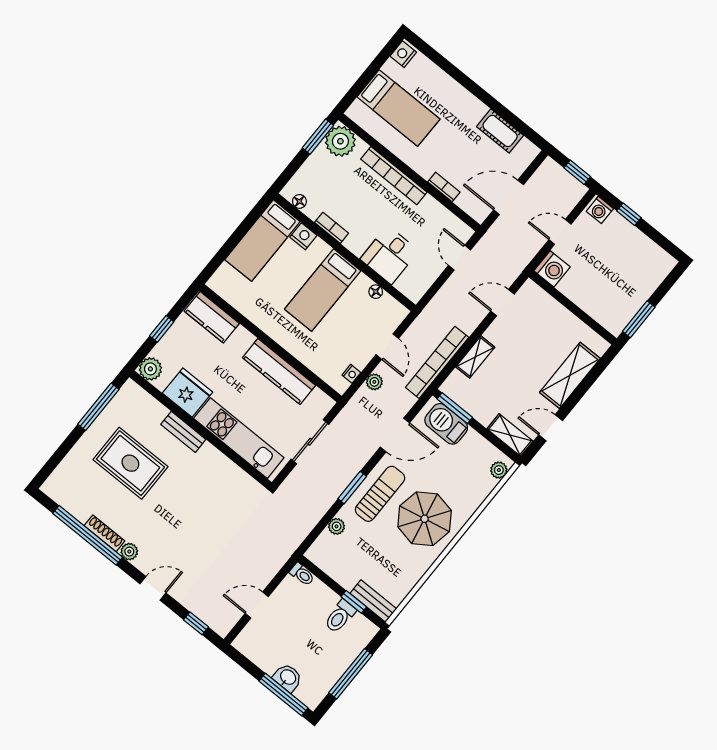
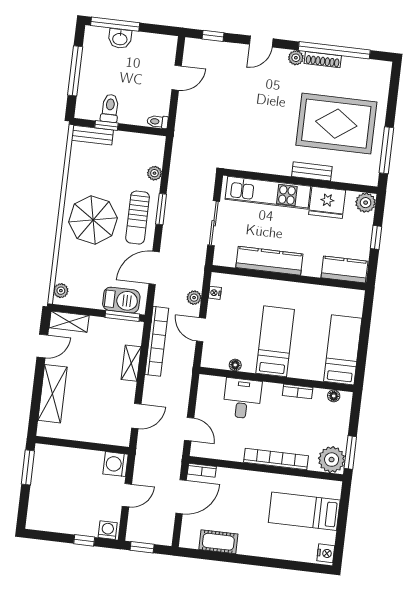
bookcase: (444, 187) -> (202, 470), moved
nightstand: (303, 236) -> (314, 372), removed
rug: (130, 463) -> (336, 124), width x1.37, depth x1.44

